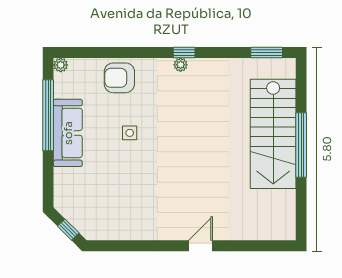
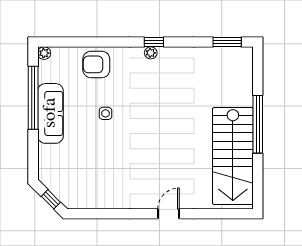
stairs: (273, 134) -> (233, 156), moved

